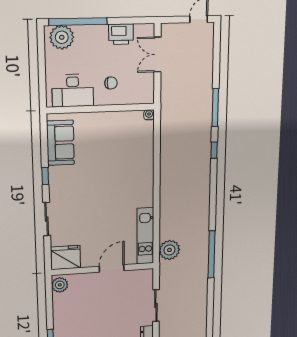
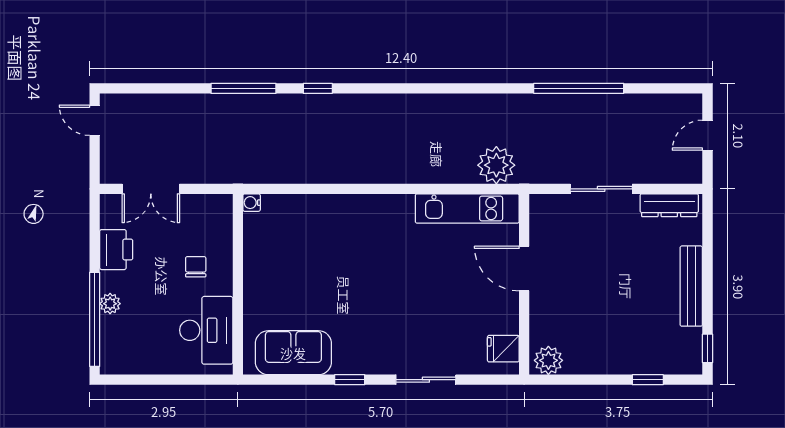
plant: (62, 37) -> (110, 304), moved, width x0.53, depth x0.53
window: (211, 254) -> (579, 88), moved
fridge: (66, 257) -> (503, 349), width x0.53, depth x0.75

